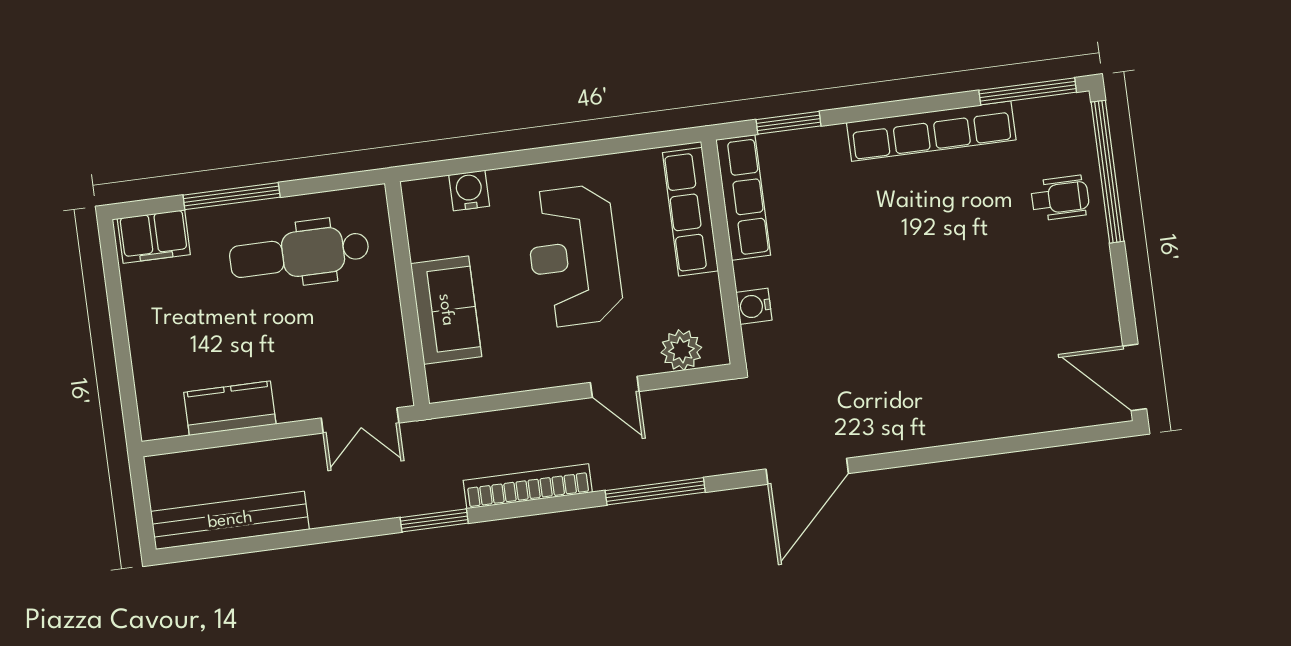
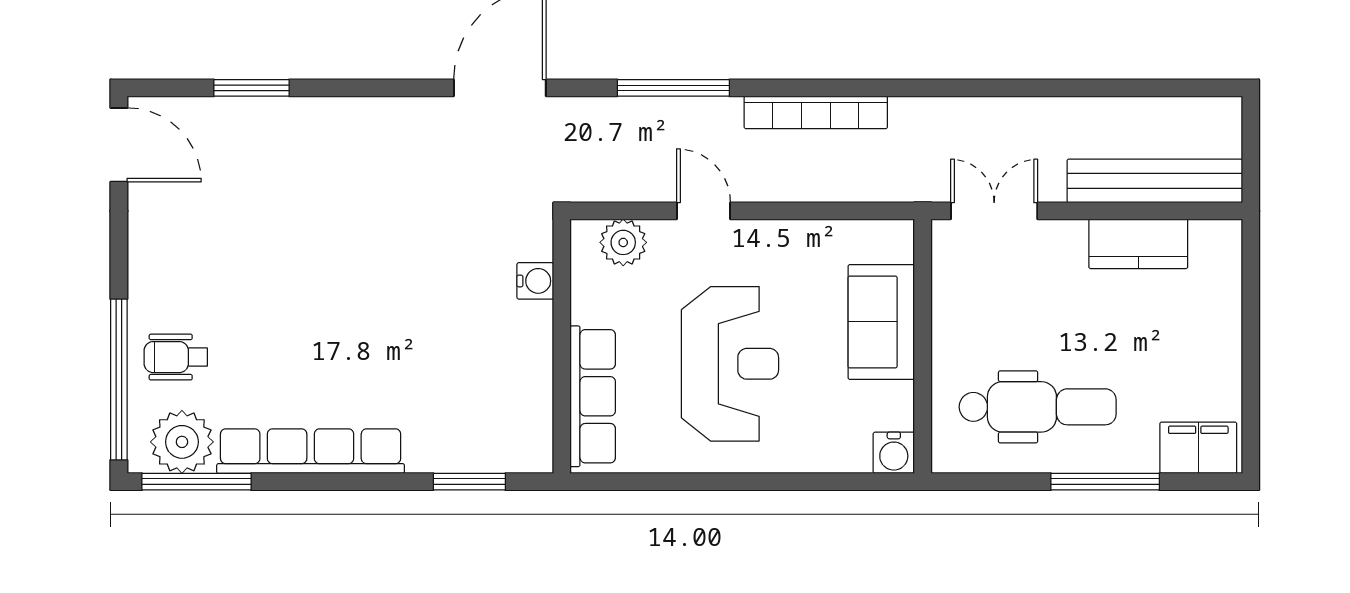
plant: (1045, 124) -> (182, 442), added
water cooler: (469, 190) -> (894, 453), moved
row of seats: (743, 197) -> (531, 405), removed
bench: (230, 520) -> (1155, 181), moved
window: (434, 520) -> (252, 88), moved

